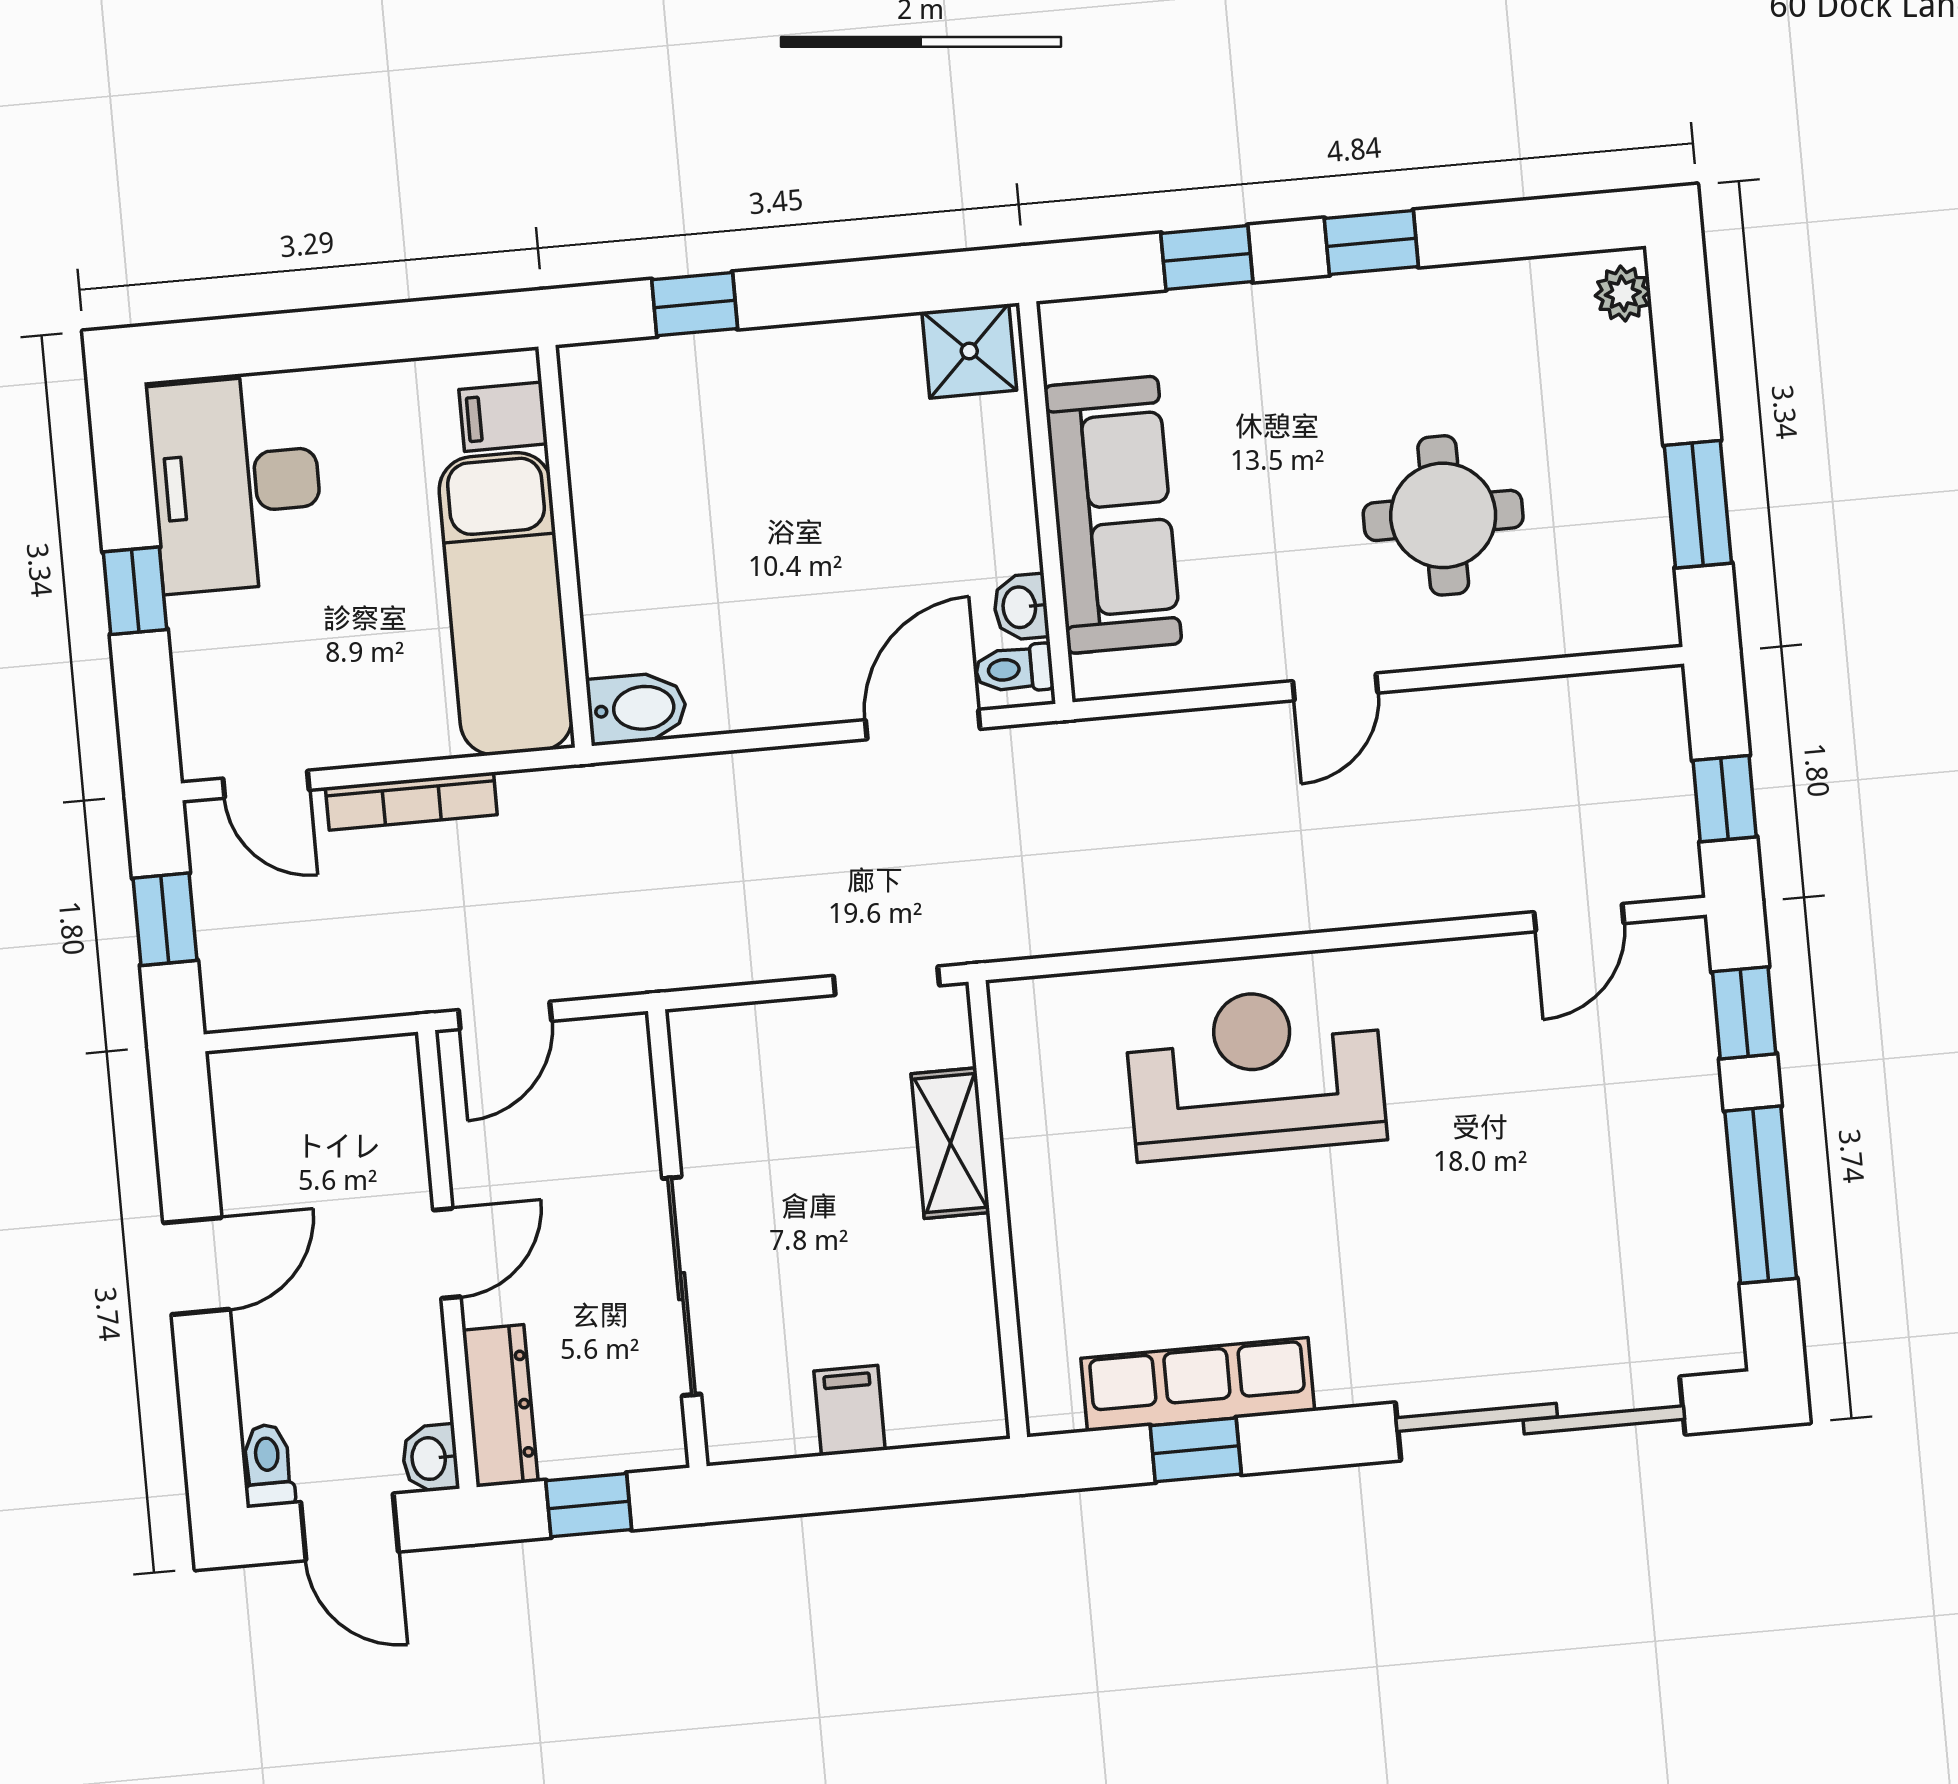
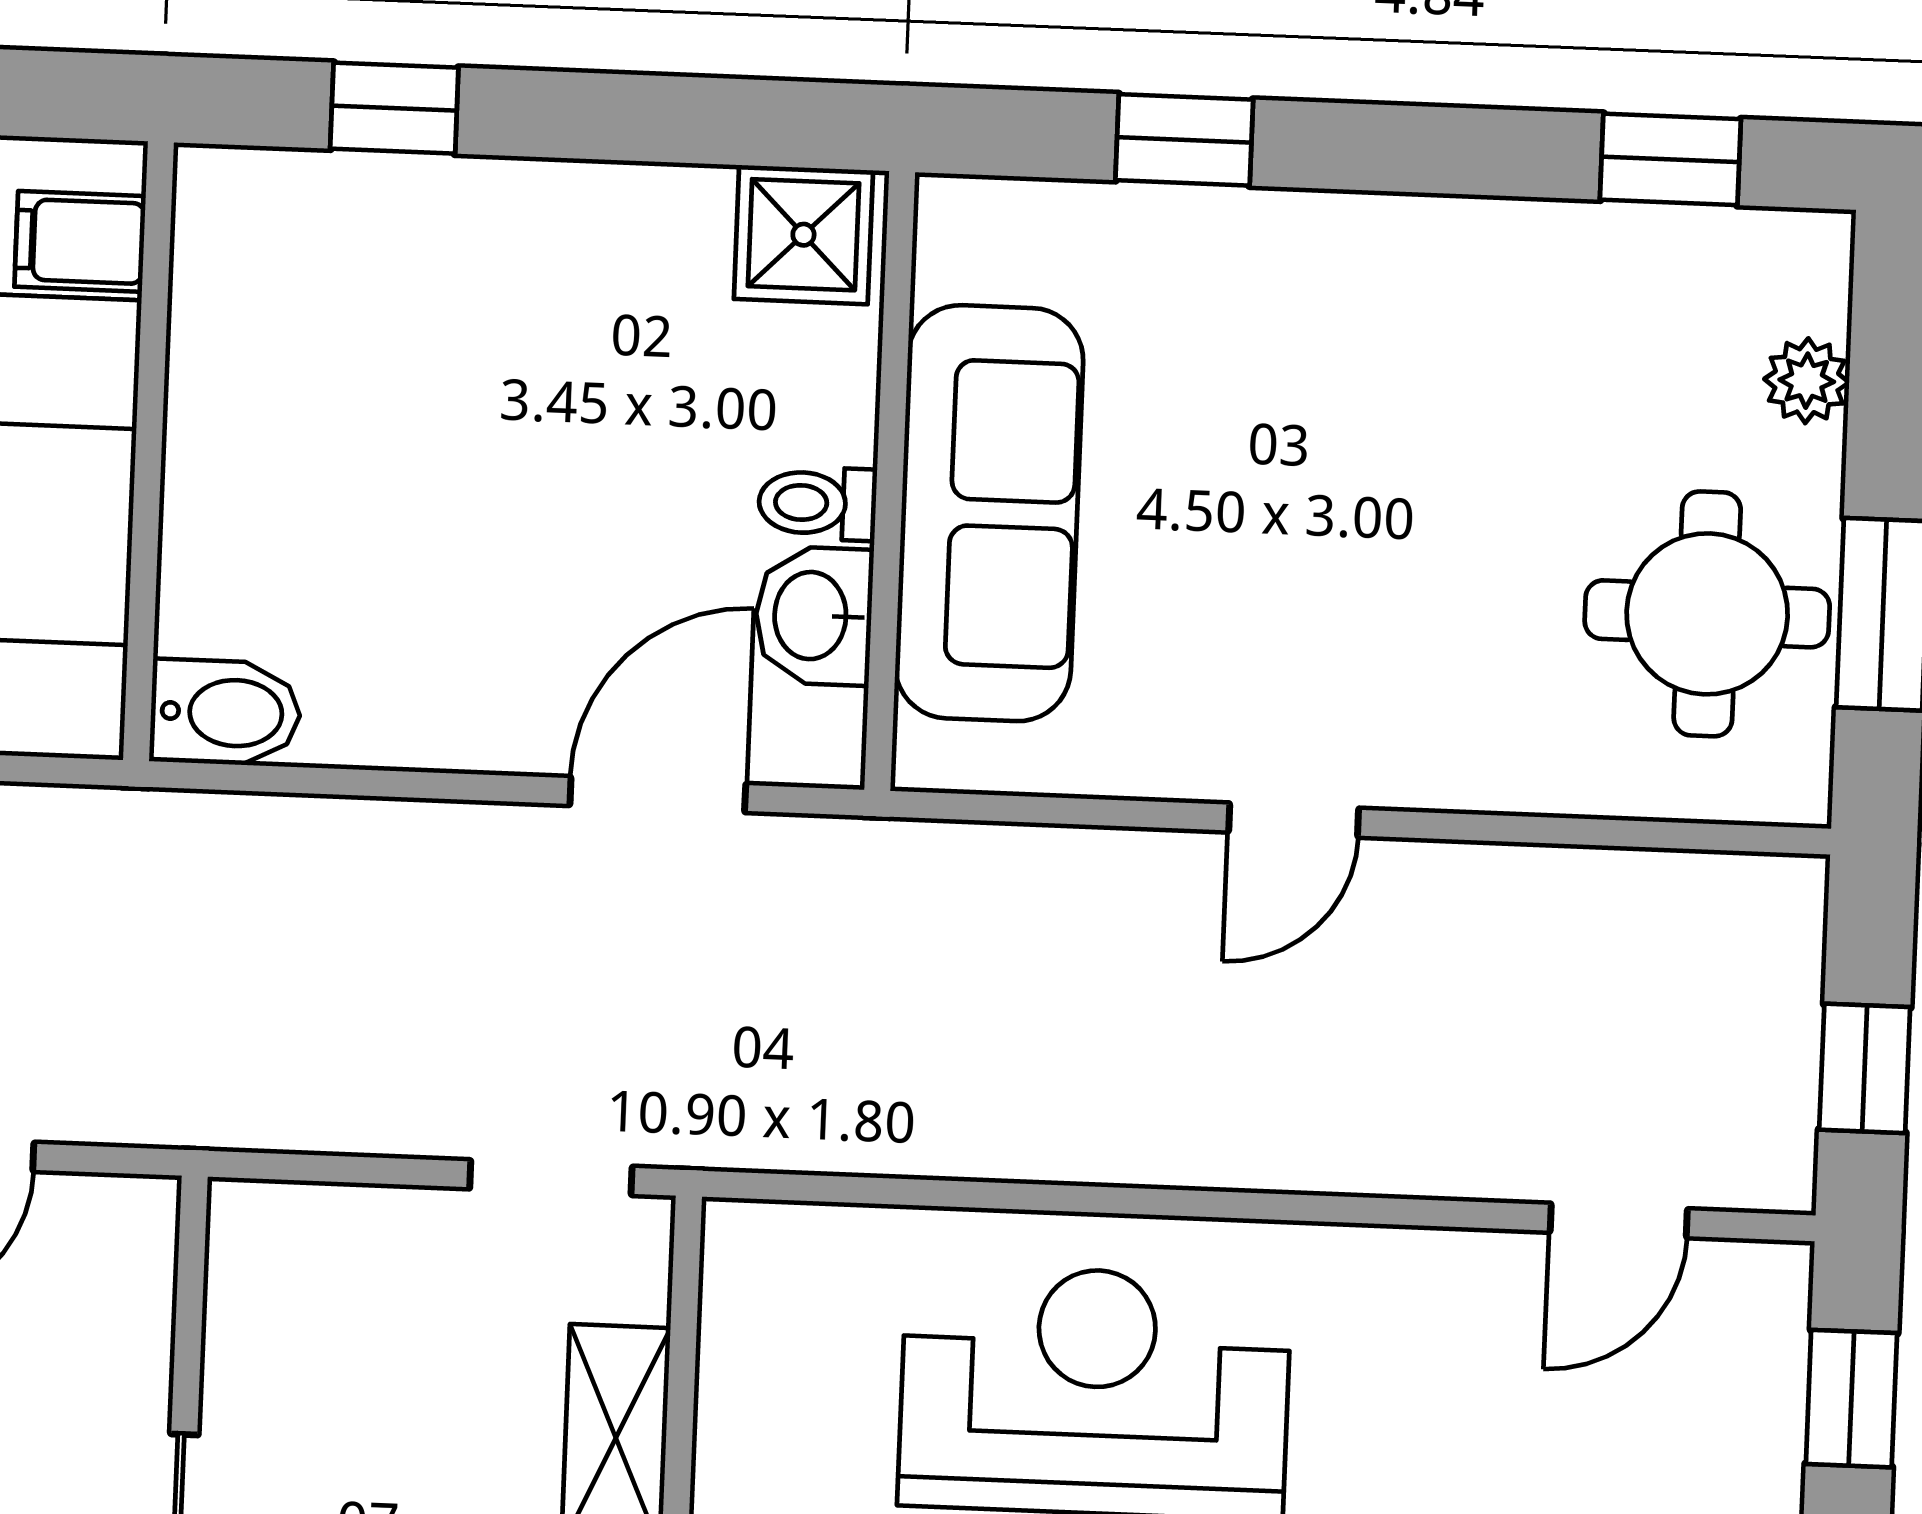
window: (1371, 243) -> (1670, 159), moved
plant: (1623, 293) -> (1807, 381), moved
round table: (1443, 515) -> (1707, 614), moved
washbasin: (1021, 607) -> (814, 616), width x1.38, depth x1.45
toilet: (1014, 669) -> (817, 503), moved

